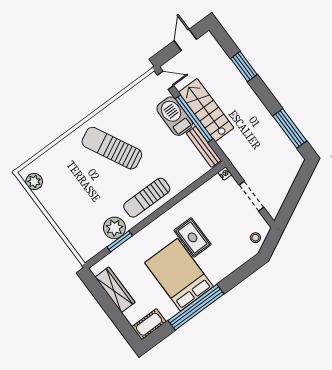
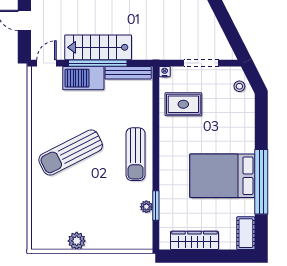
plant: (34, 182) -> (77, 241), moved
plant: (114, 228) -> (146, 207), width x0.53, depth x0.53
rug: (193, 237) -> (183, 104), moved

